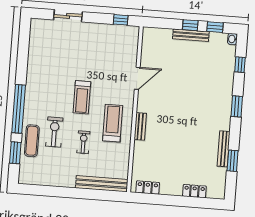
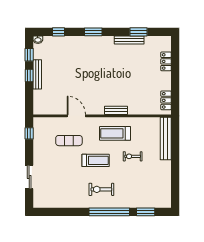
exercise bike: (54, 132) -> (101, 189), moved
exercise mat: (32, 141) -> (69, 141), moved

